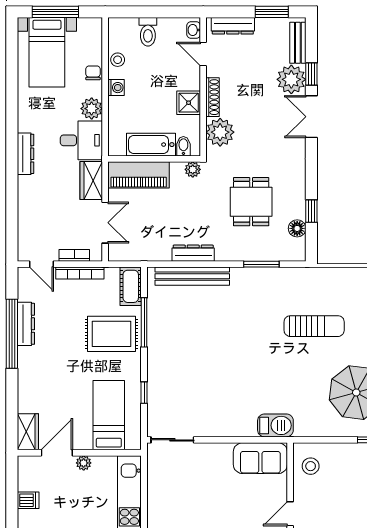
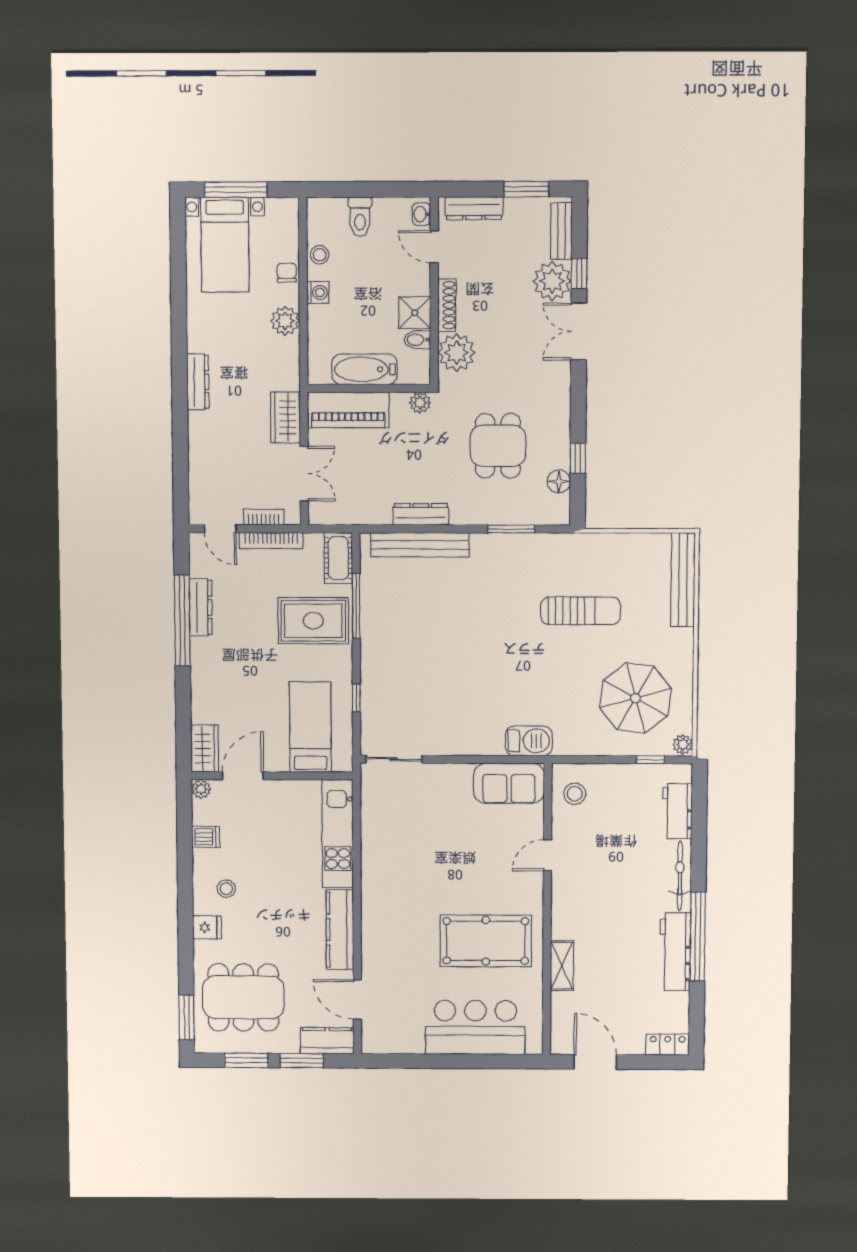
desk: (81, 140) -> (272, 364), removed
bidet: (183, 146) -> (417, 340), moved, turned -90
plant: (84, 463) -> (201, 789), moved

